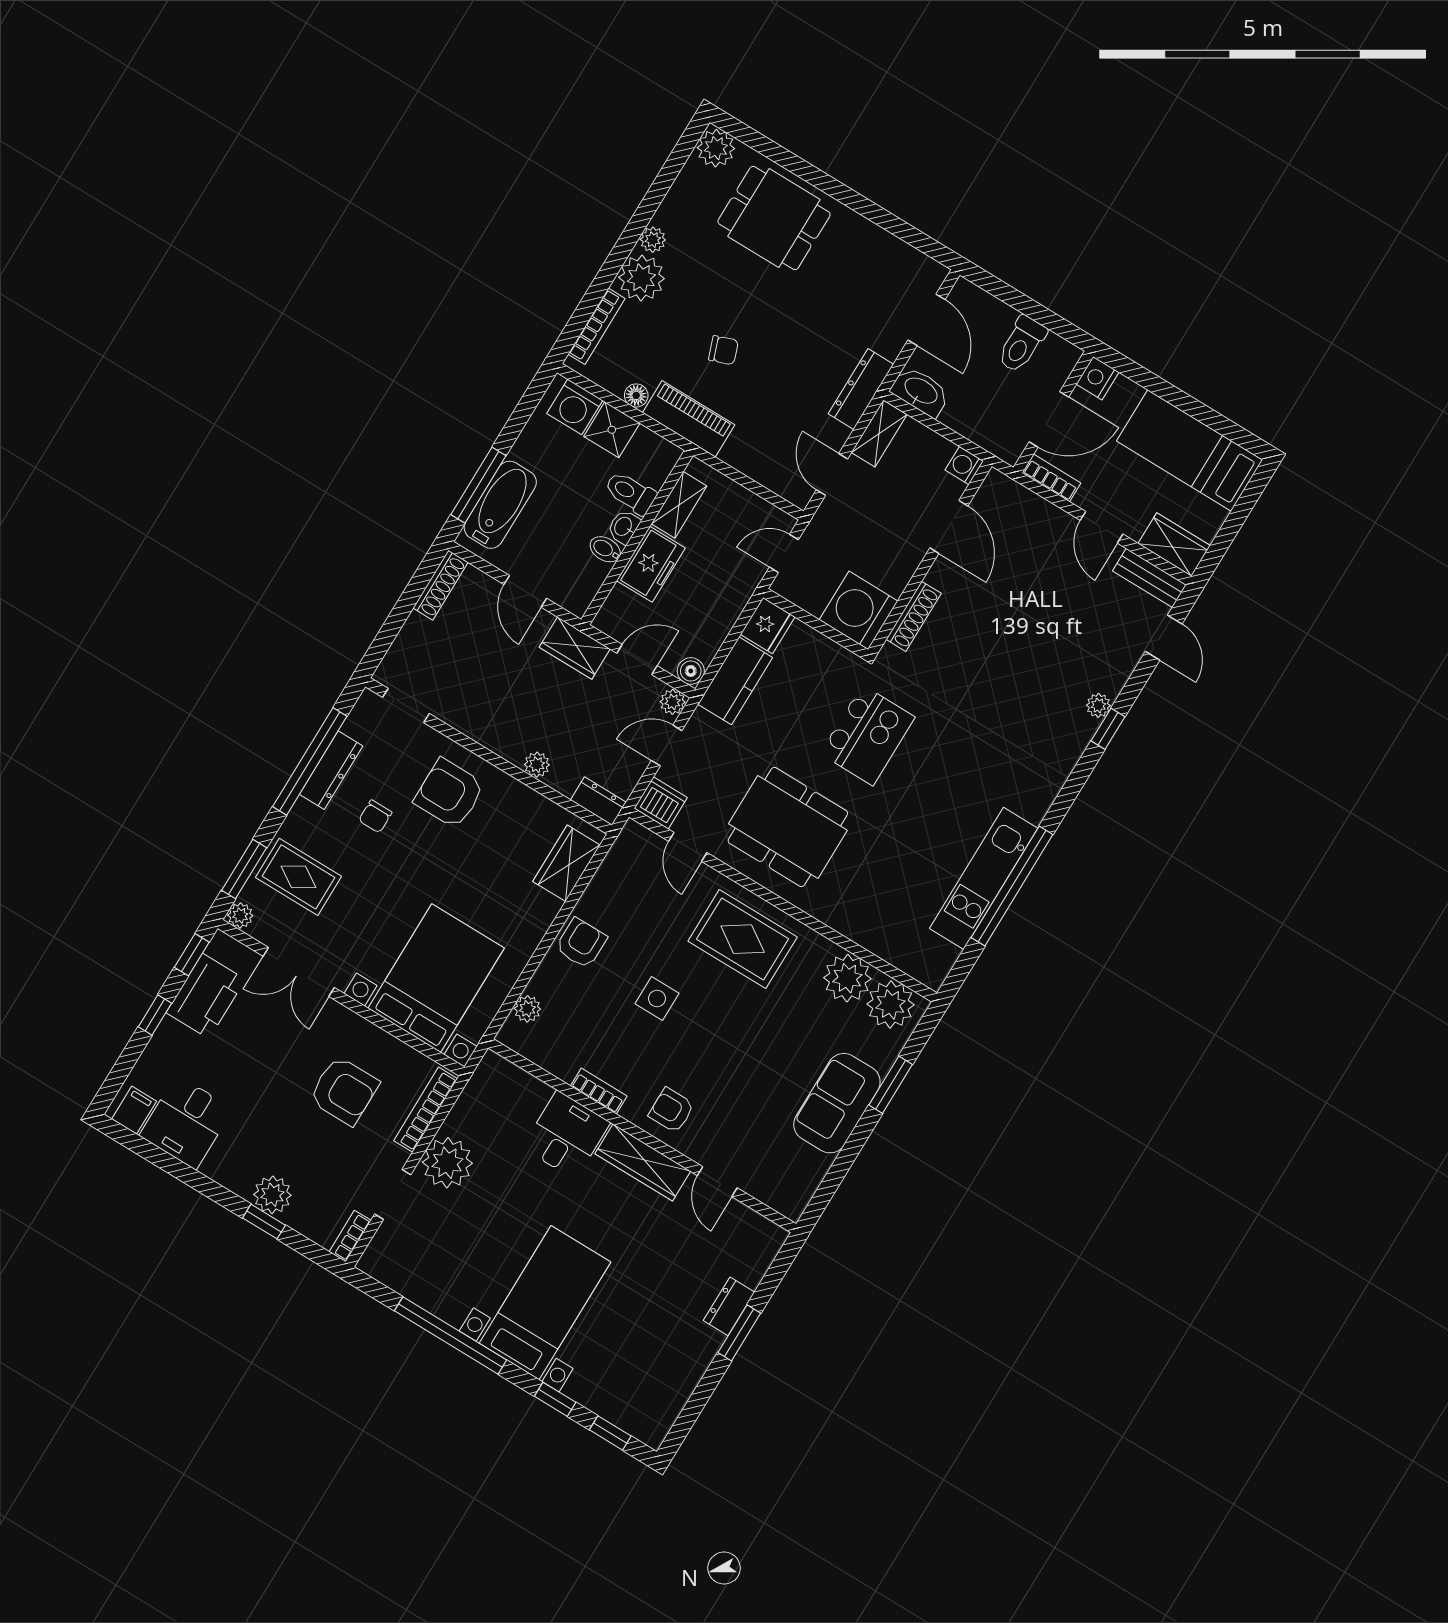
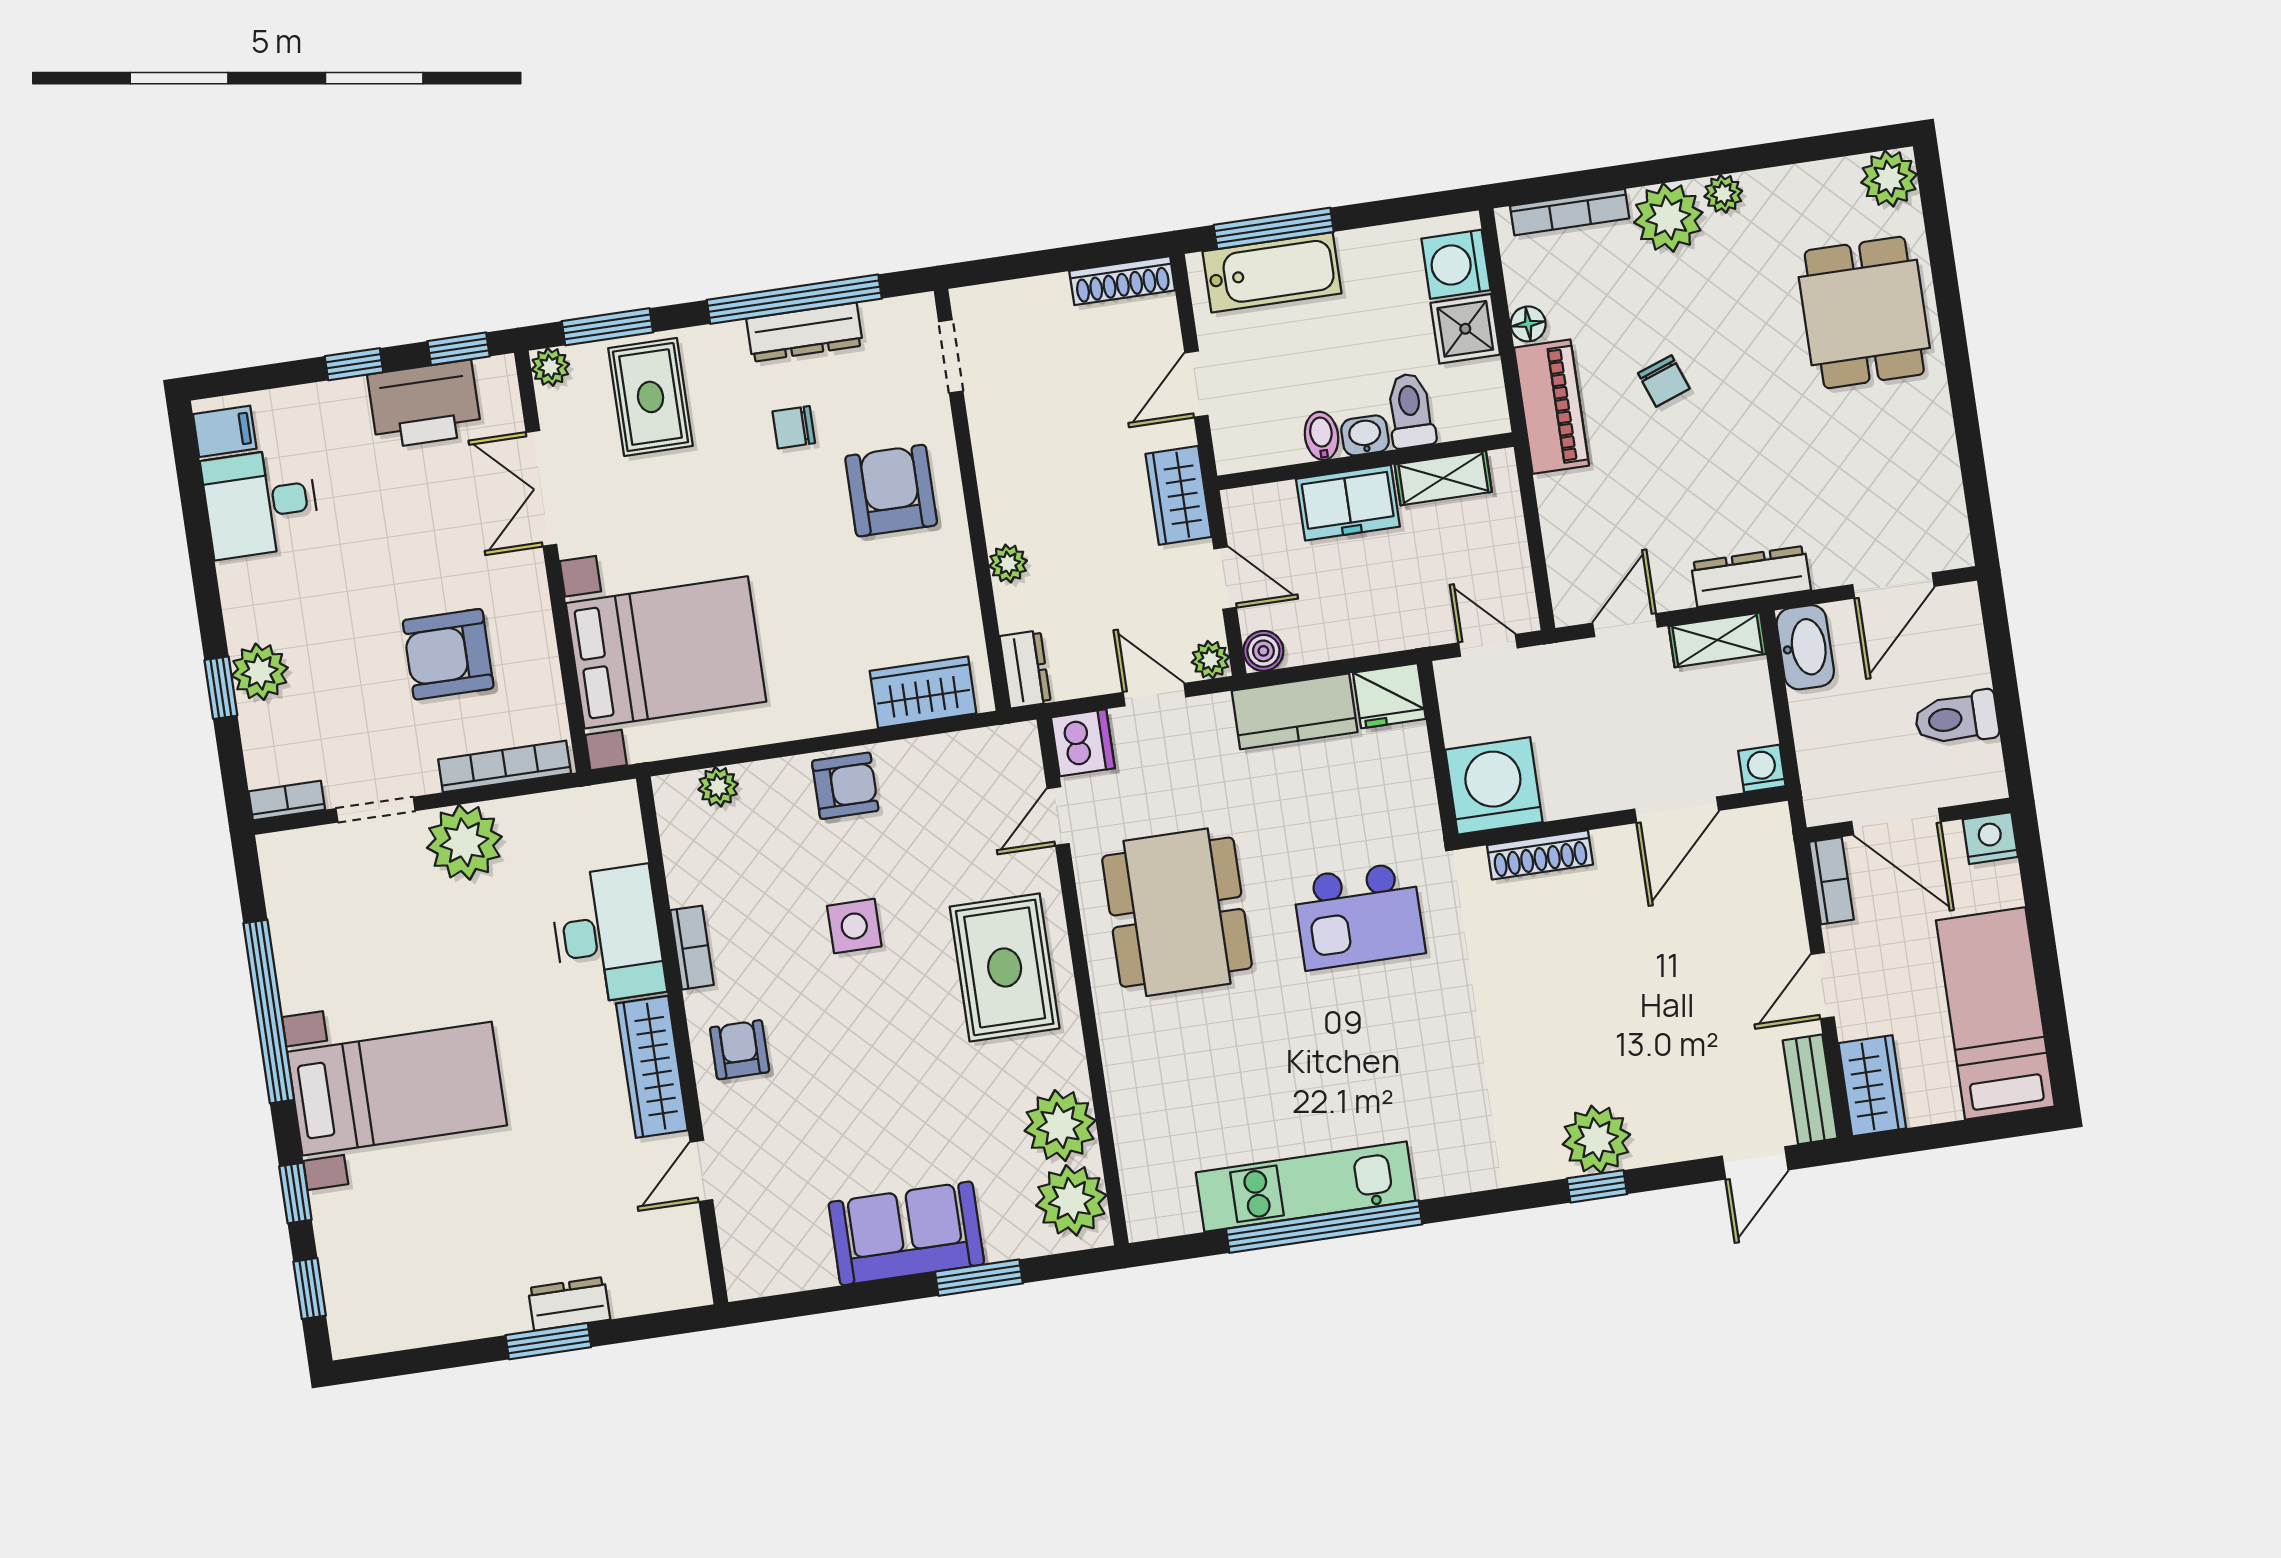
plant: (1098, 705) -> (1596, 1139), width x1.88, depth x1.88
armchair: (344, 1091) -> (448, 654), turned 90
desk: (566, 1135) -> (608, 935), width x1.37

